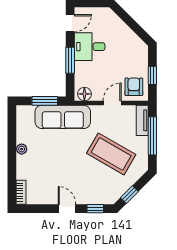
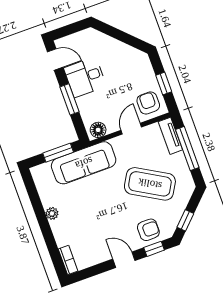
door: (70, 23) -> (55, 59), hinge flipped
armchair: (96, 191) -> (148, 230), added

